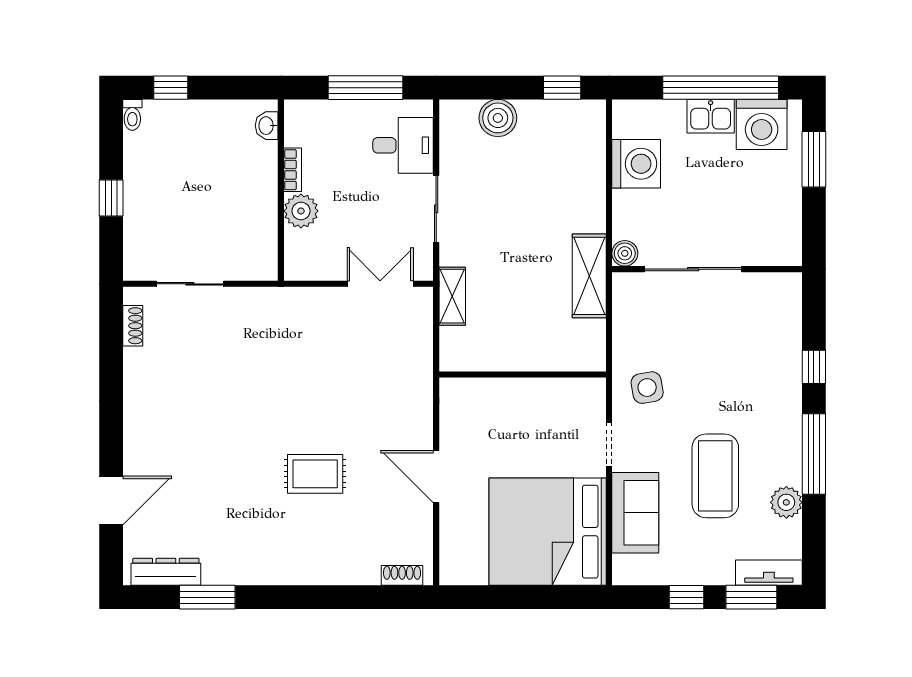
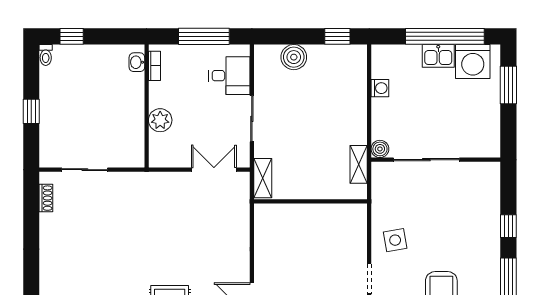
washing machine: (636, 164) -> (380, 88), width x0.53, depth x0.53
bookcase: (293, 170) -> (154, 66), moved
shelving: (589, 276) -> (359, 164), width x0.67, depth x0.75
wall: (523, 375) -> (311, 201), moved

